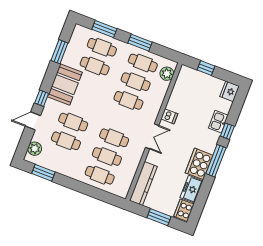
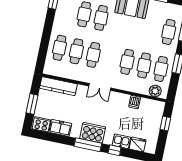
cafe table: (95, 66) -> (152, 28), removed
fridge: (230, 91) -> (138, 144), moved
dishwasher: (169, 116) -> (135, 102), moved
cooker: (199, 164) -> (93, 133), moved

